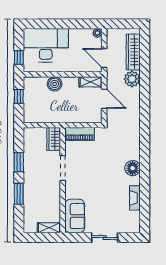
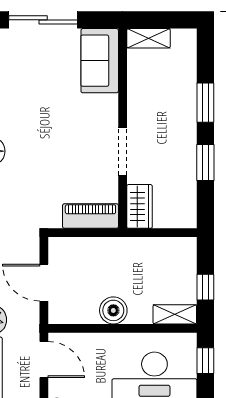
shelving: (91, 82) -> (175, 314), moved
boiler: (55, 84) -> (113, 310), moved
sliding door: (105, 237) -> (43, 20), width x1.37

